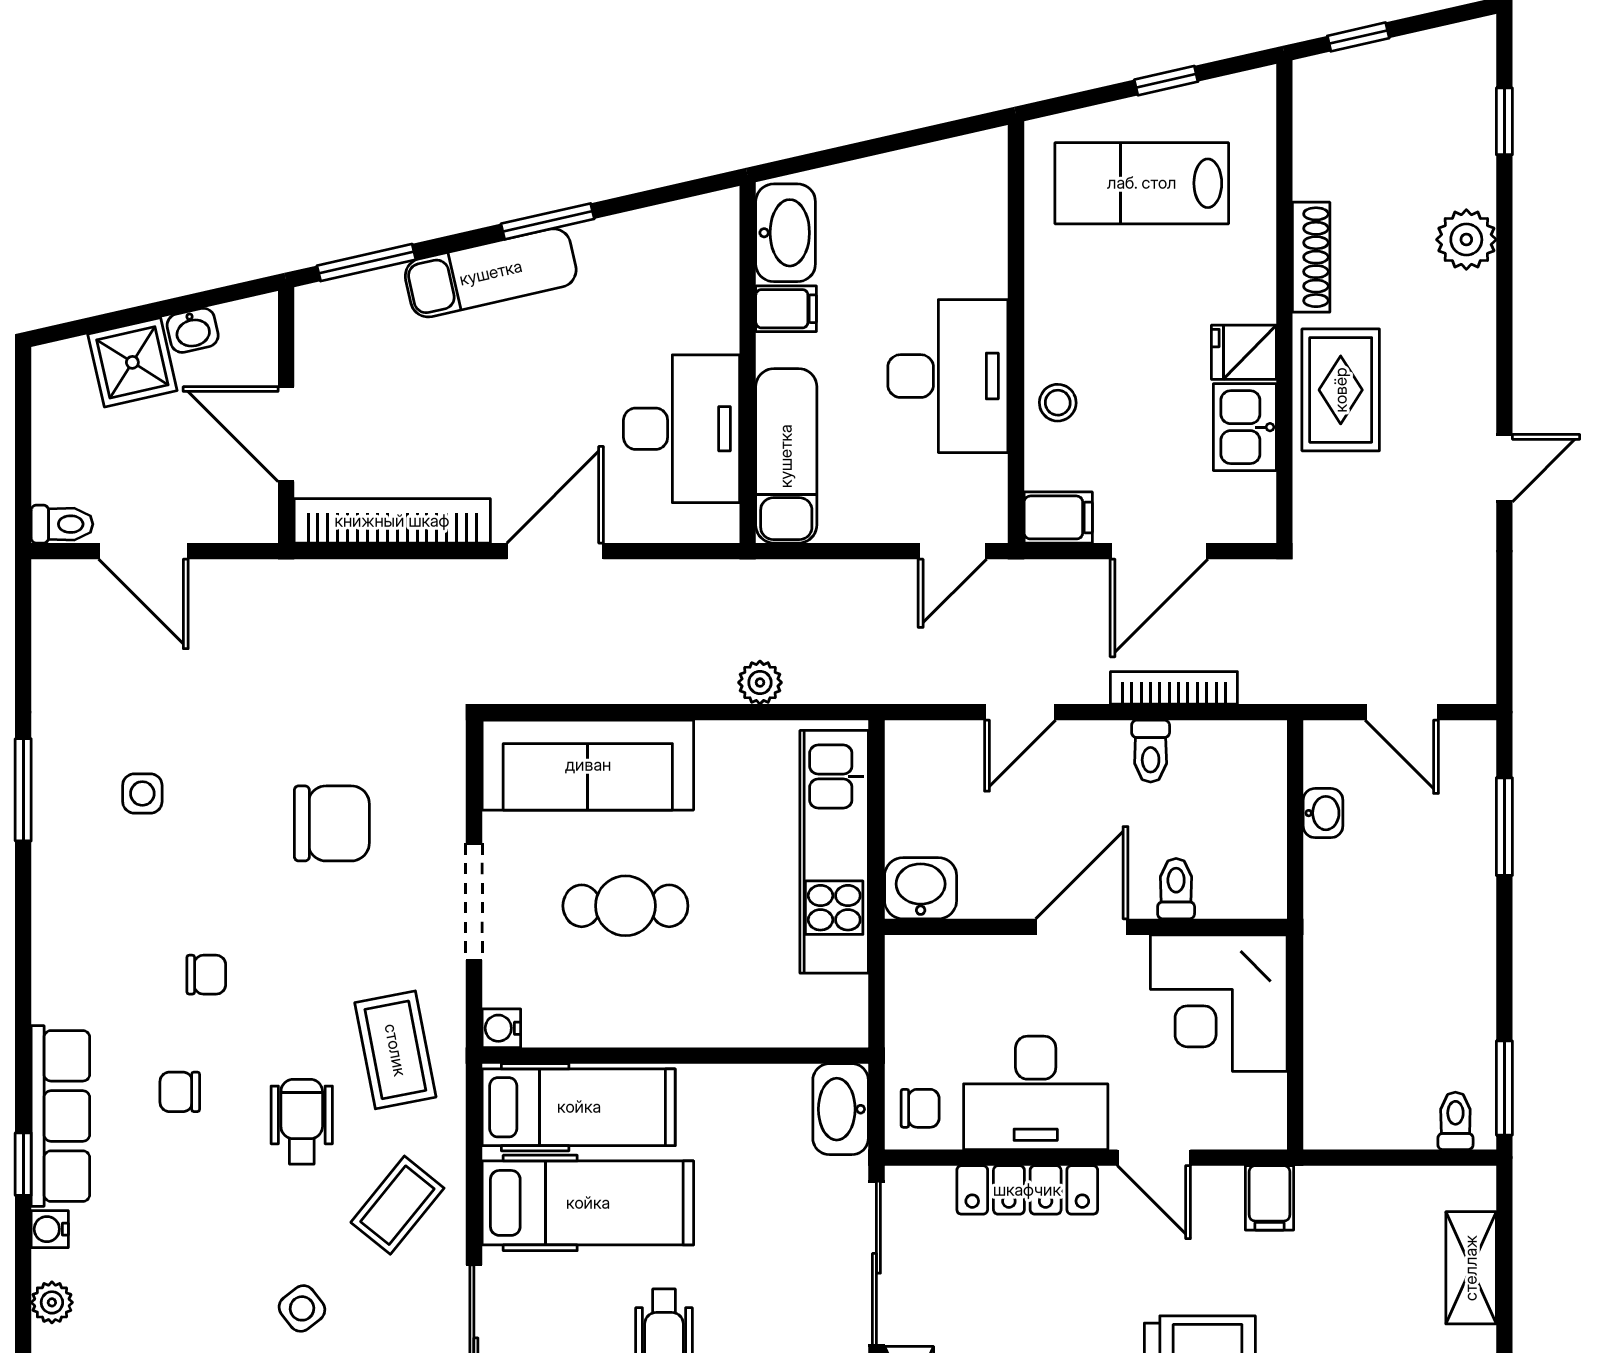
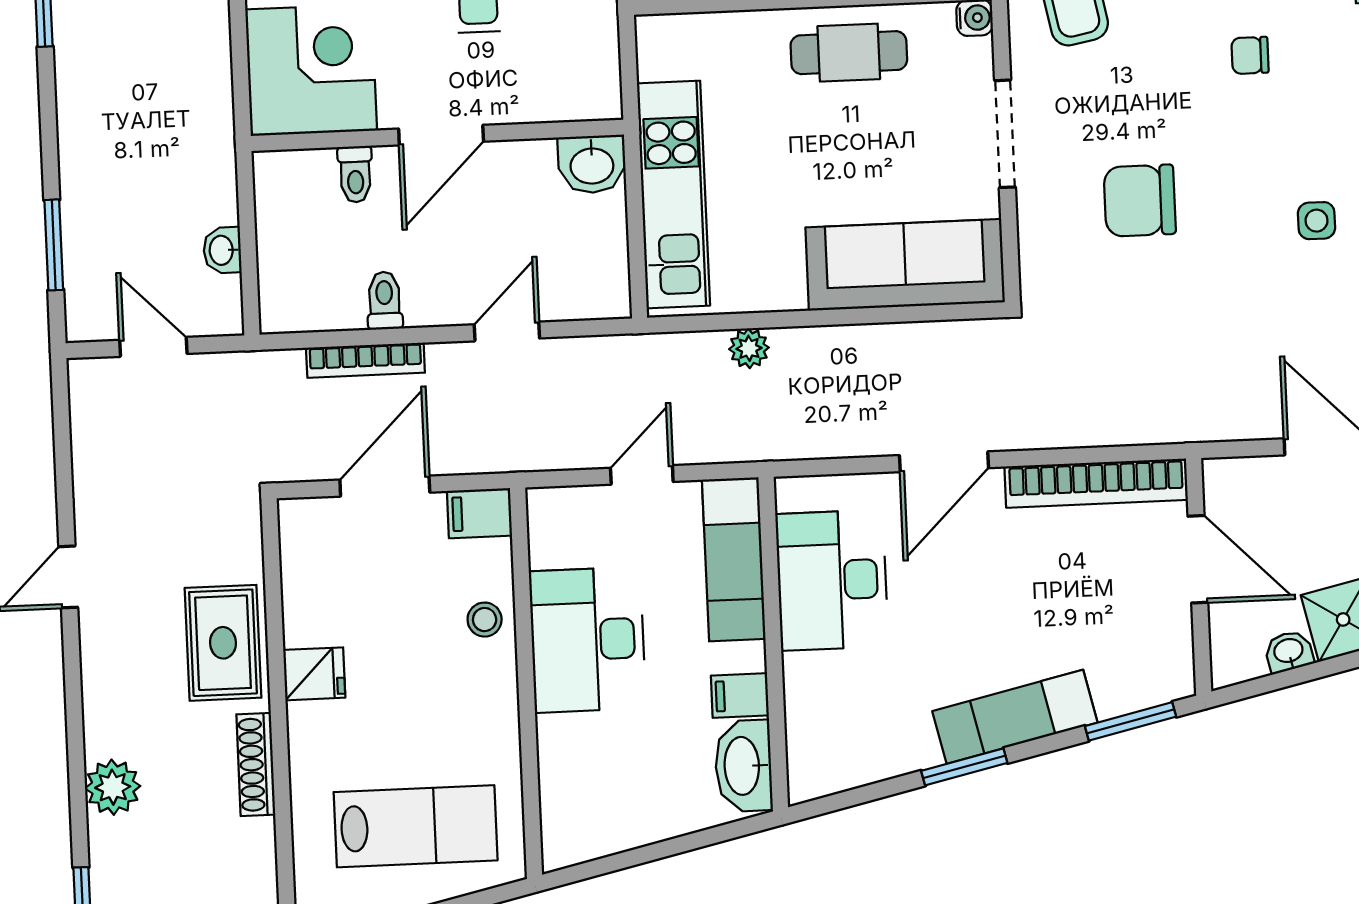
kitchen sink: (1245, 427) -> (310, 604), removed
door: (952, 551) -> (642, 475), moved
cafe table: (625, 906) -> (849, 53), moved

